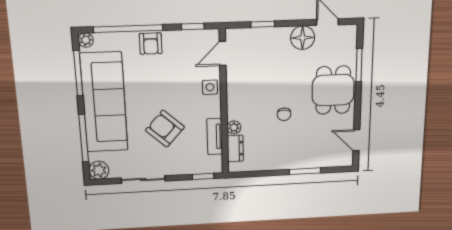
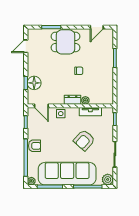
floor lamp: (303, 38) -> (34, 83), moved
dresser: (235, 148) -> (72, 100), moved

